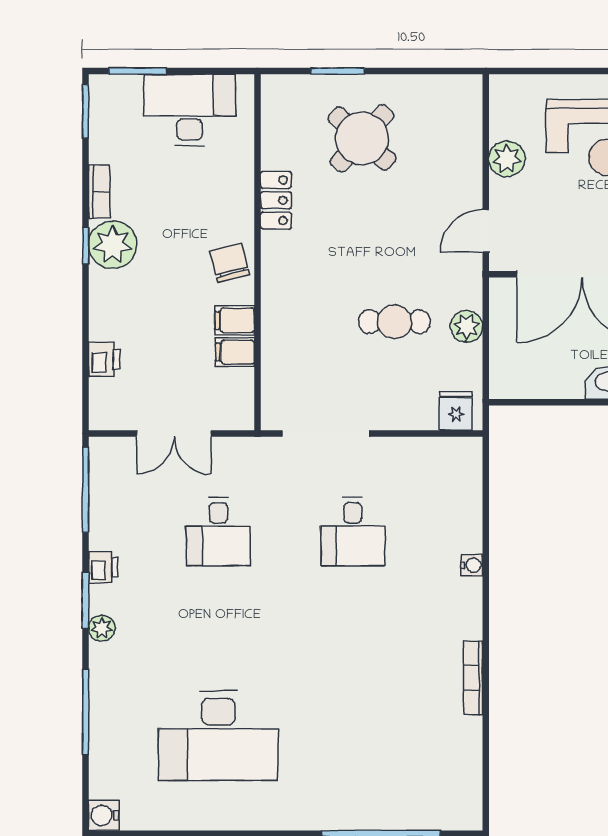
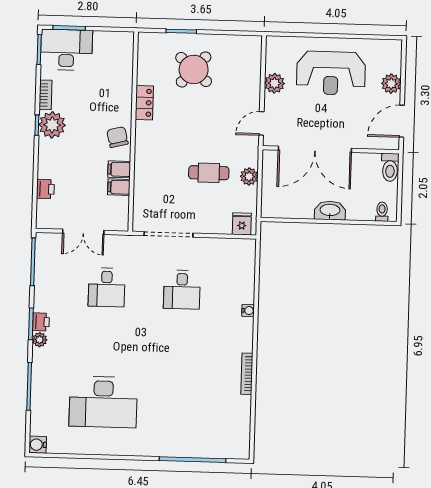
desk: (190, 110) -> (66, 50), moved
printer: (103, 567) -> (41, 322), moved

